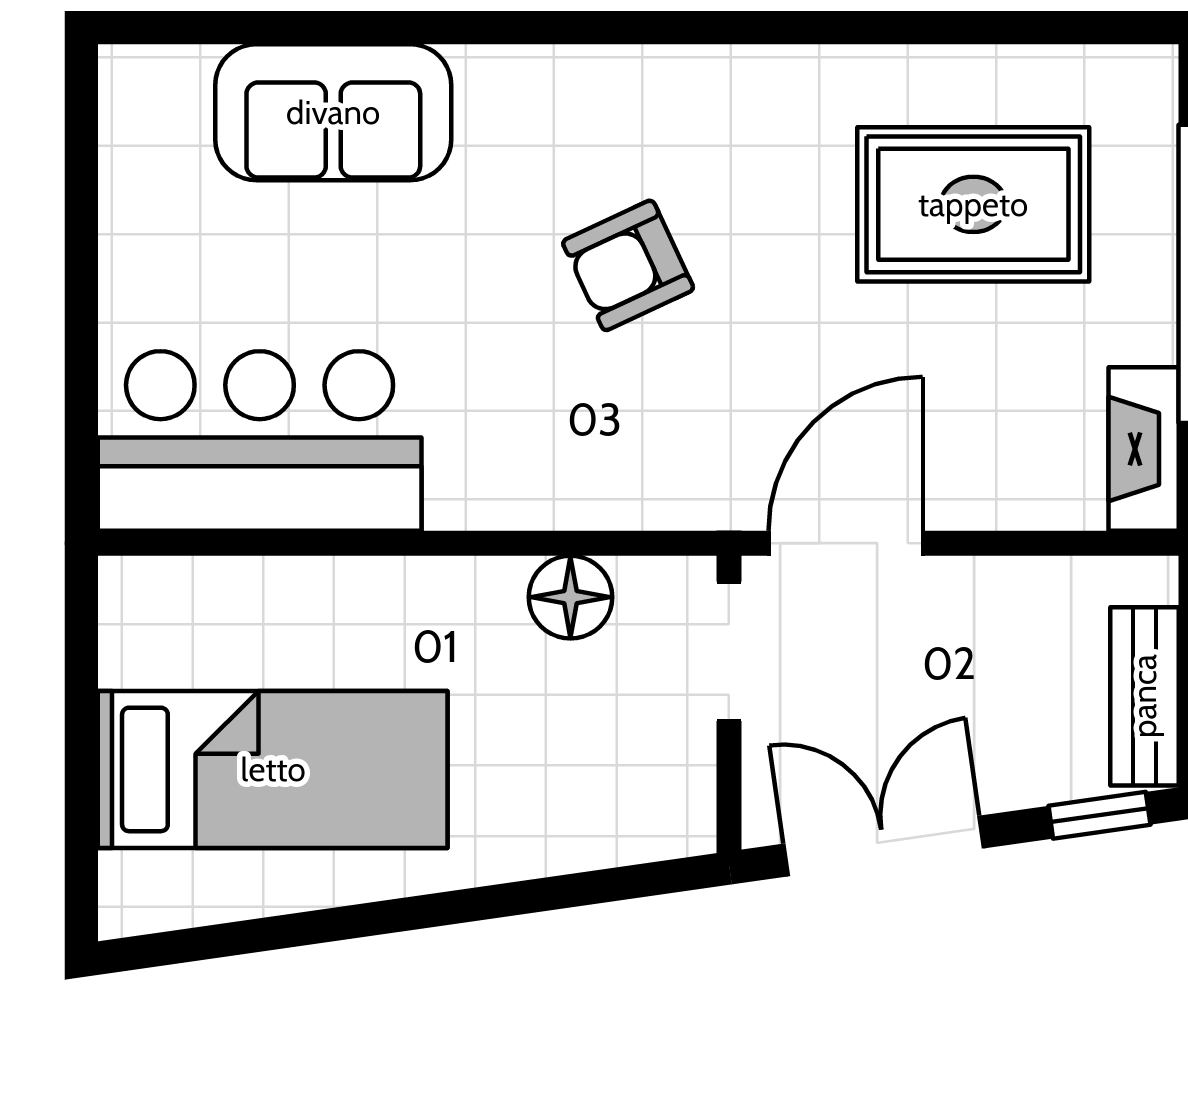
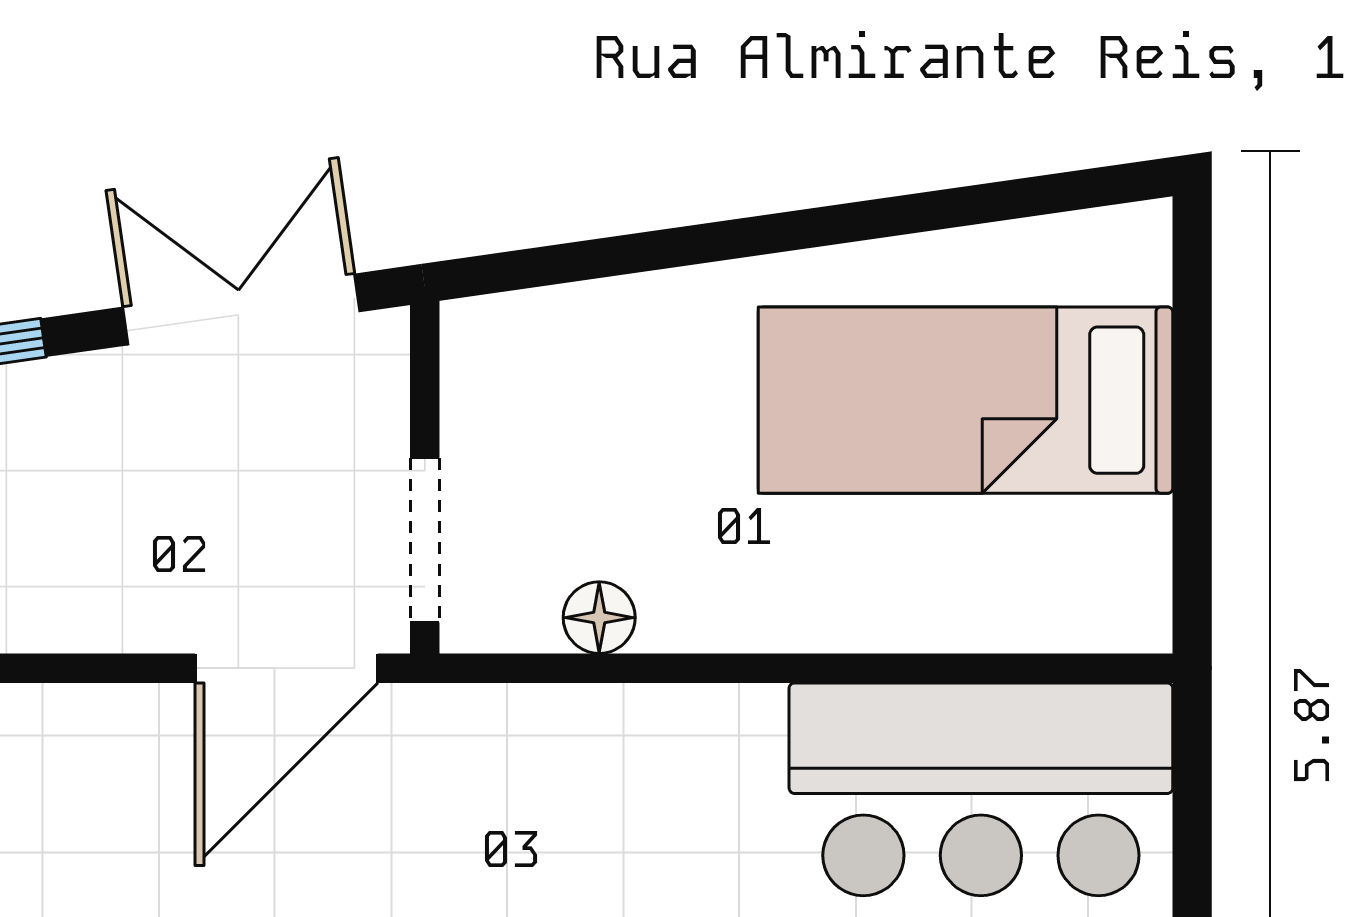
floor lamp: (570, 597) -> (599, 618), width x0.73, depth x0.73
double door: (884, 846) -> (241, 309), swing flipped

